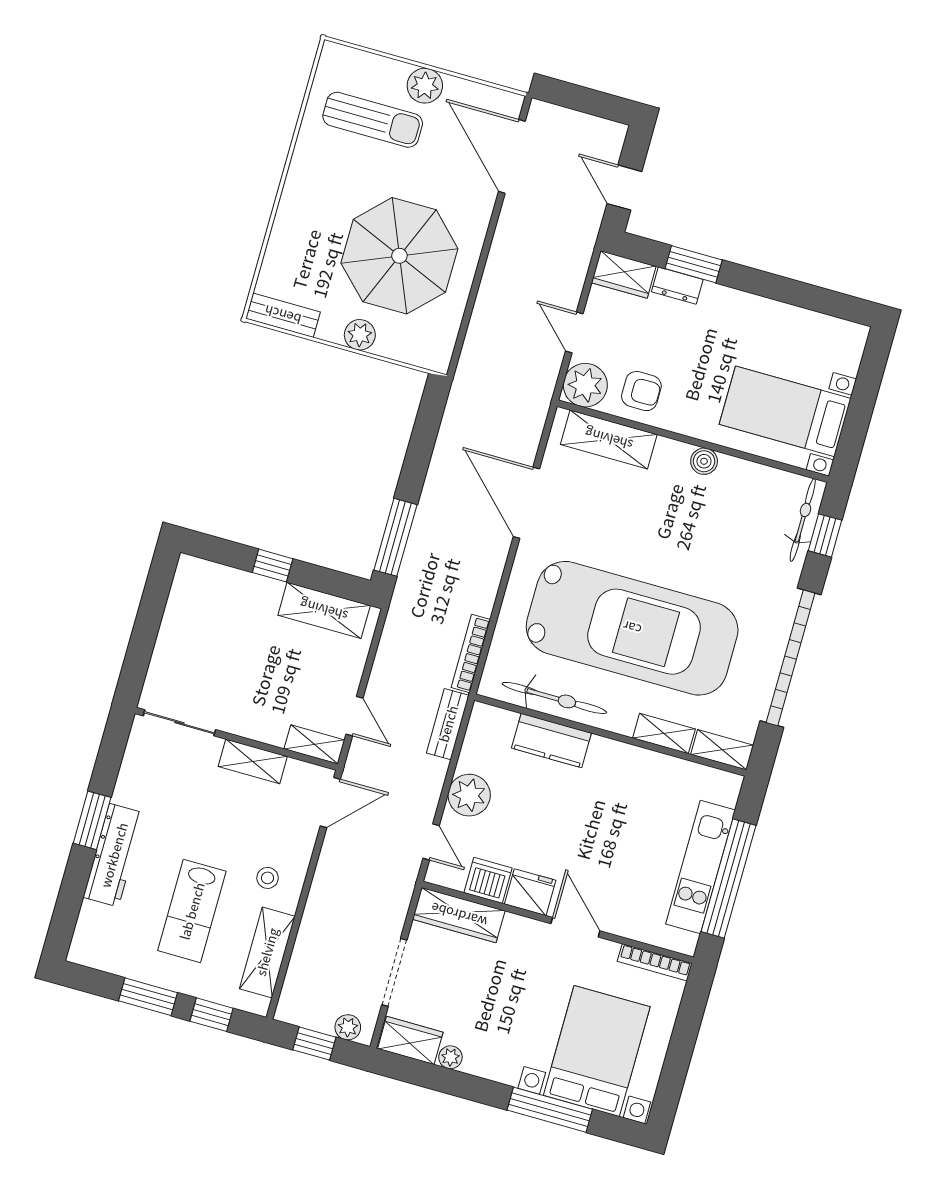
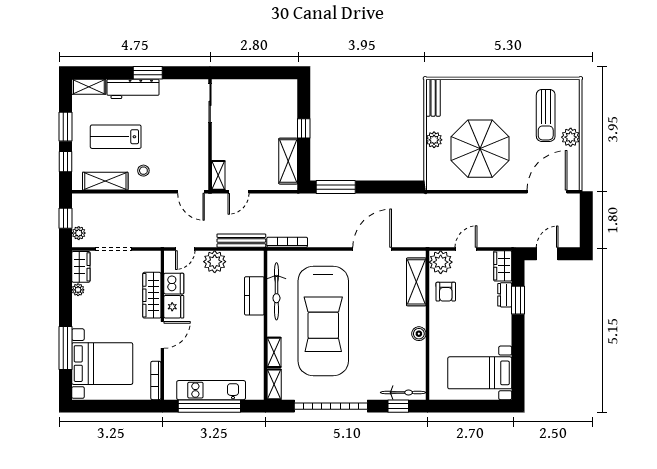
bed with nightstands: (785, 411) -> (480, 373), moved, turned -90
bench: (448, 724) -> (241, 241), width x1.36
shelving: (253, 761) -> (89, 87), moved, turned 90
wardrobe: (459, 915) -> (152, 295), moved

